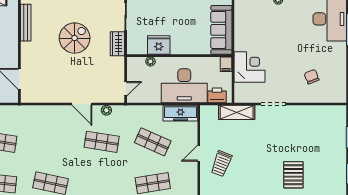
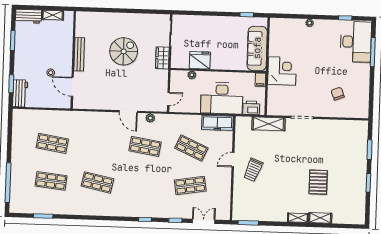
bench: (26, 23) -> (79, 54), moved
corner desk: (250, 67) -> (282, 71), moved

